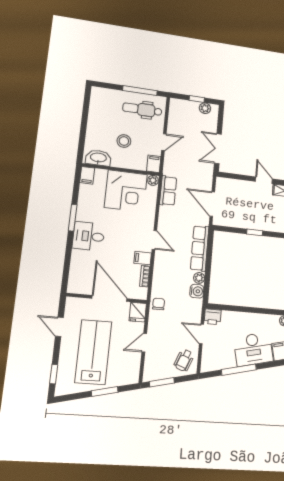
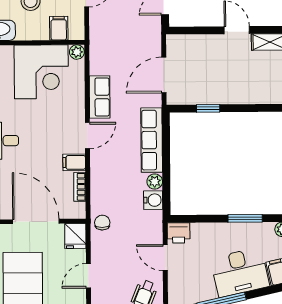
filing cabinet: (154, 164) -> (59, 28), moved
row of seats: (168, 191) -> (100, 97), moved
door: (212, 204) -> (164, 75), hinge flipped
window: (255, 232) -> (208, 108), moved
door: (154, 240) -> (87, 136), hinge flipped
window: (260, 311) -> (245, 218), added

